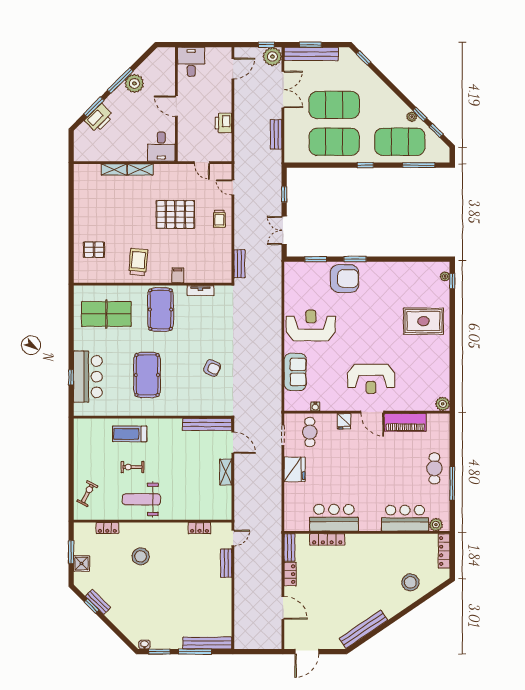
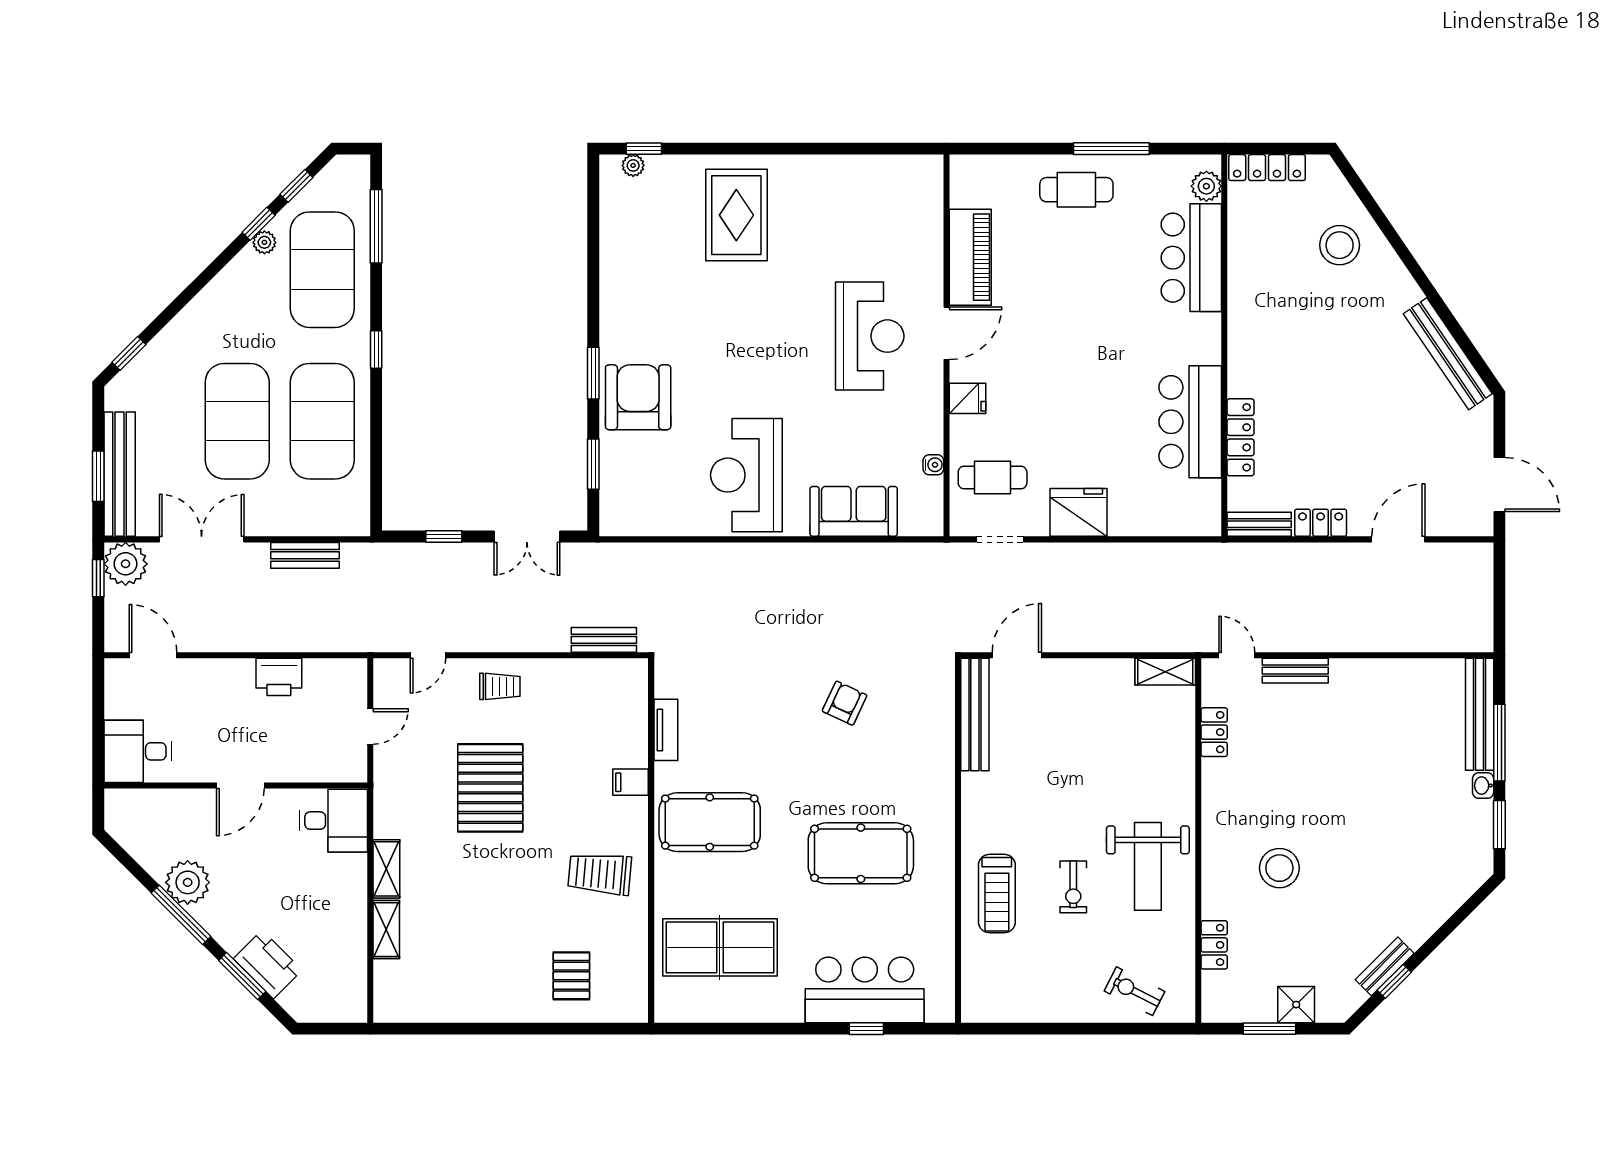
table tennis table: (106, 314) -> (720, 947), turned 90
plant: (443, 404) -> (927, 171), removed
shelving: (226, 472) -> (1165, 672), moved
washbasin: (144, 645) -> (1483, 786), moved

